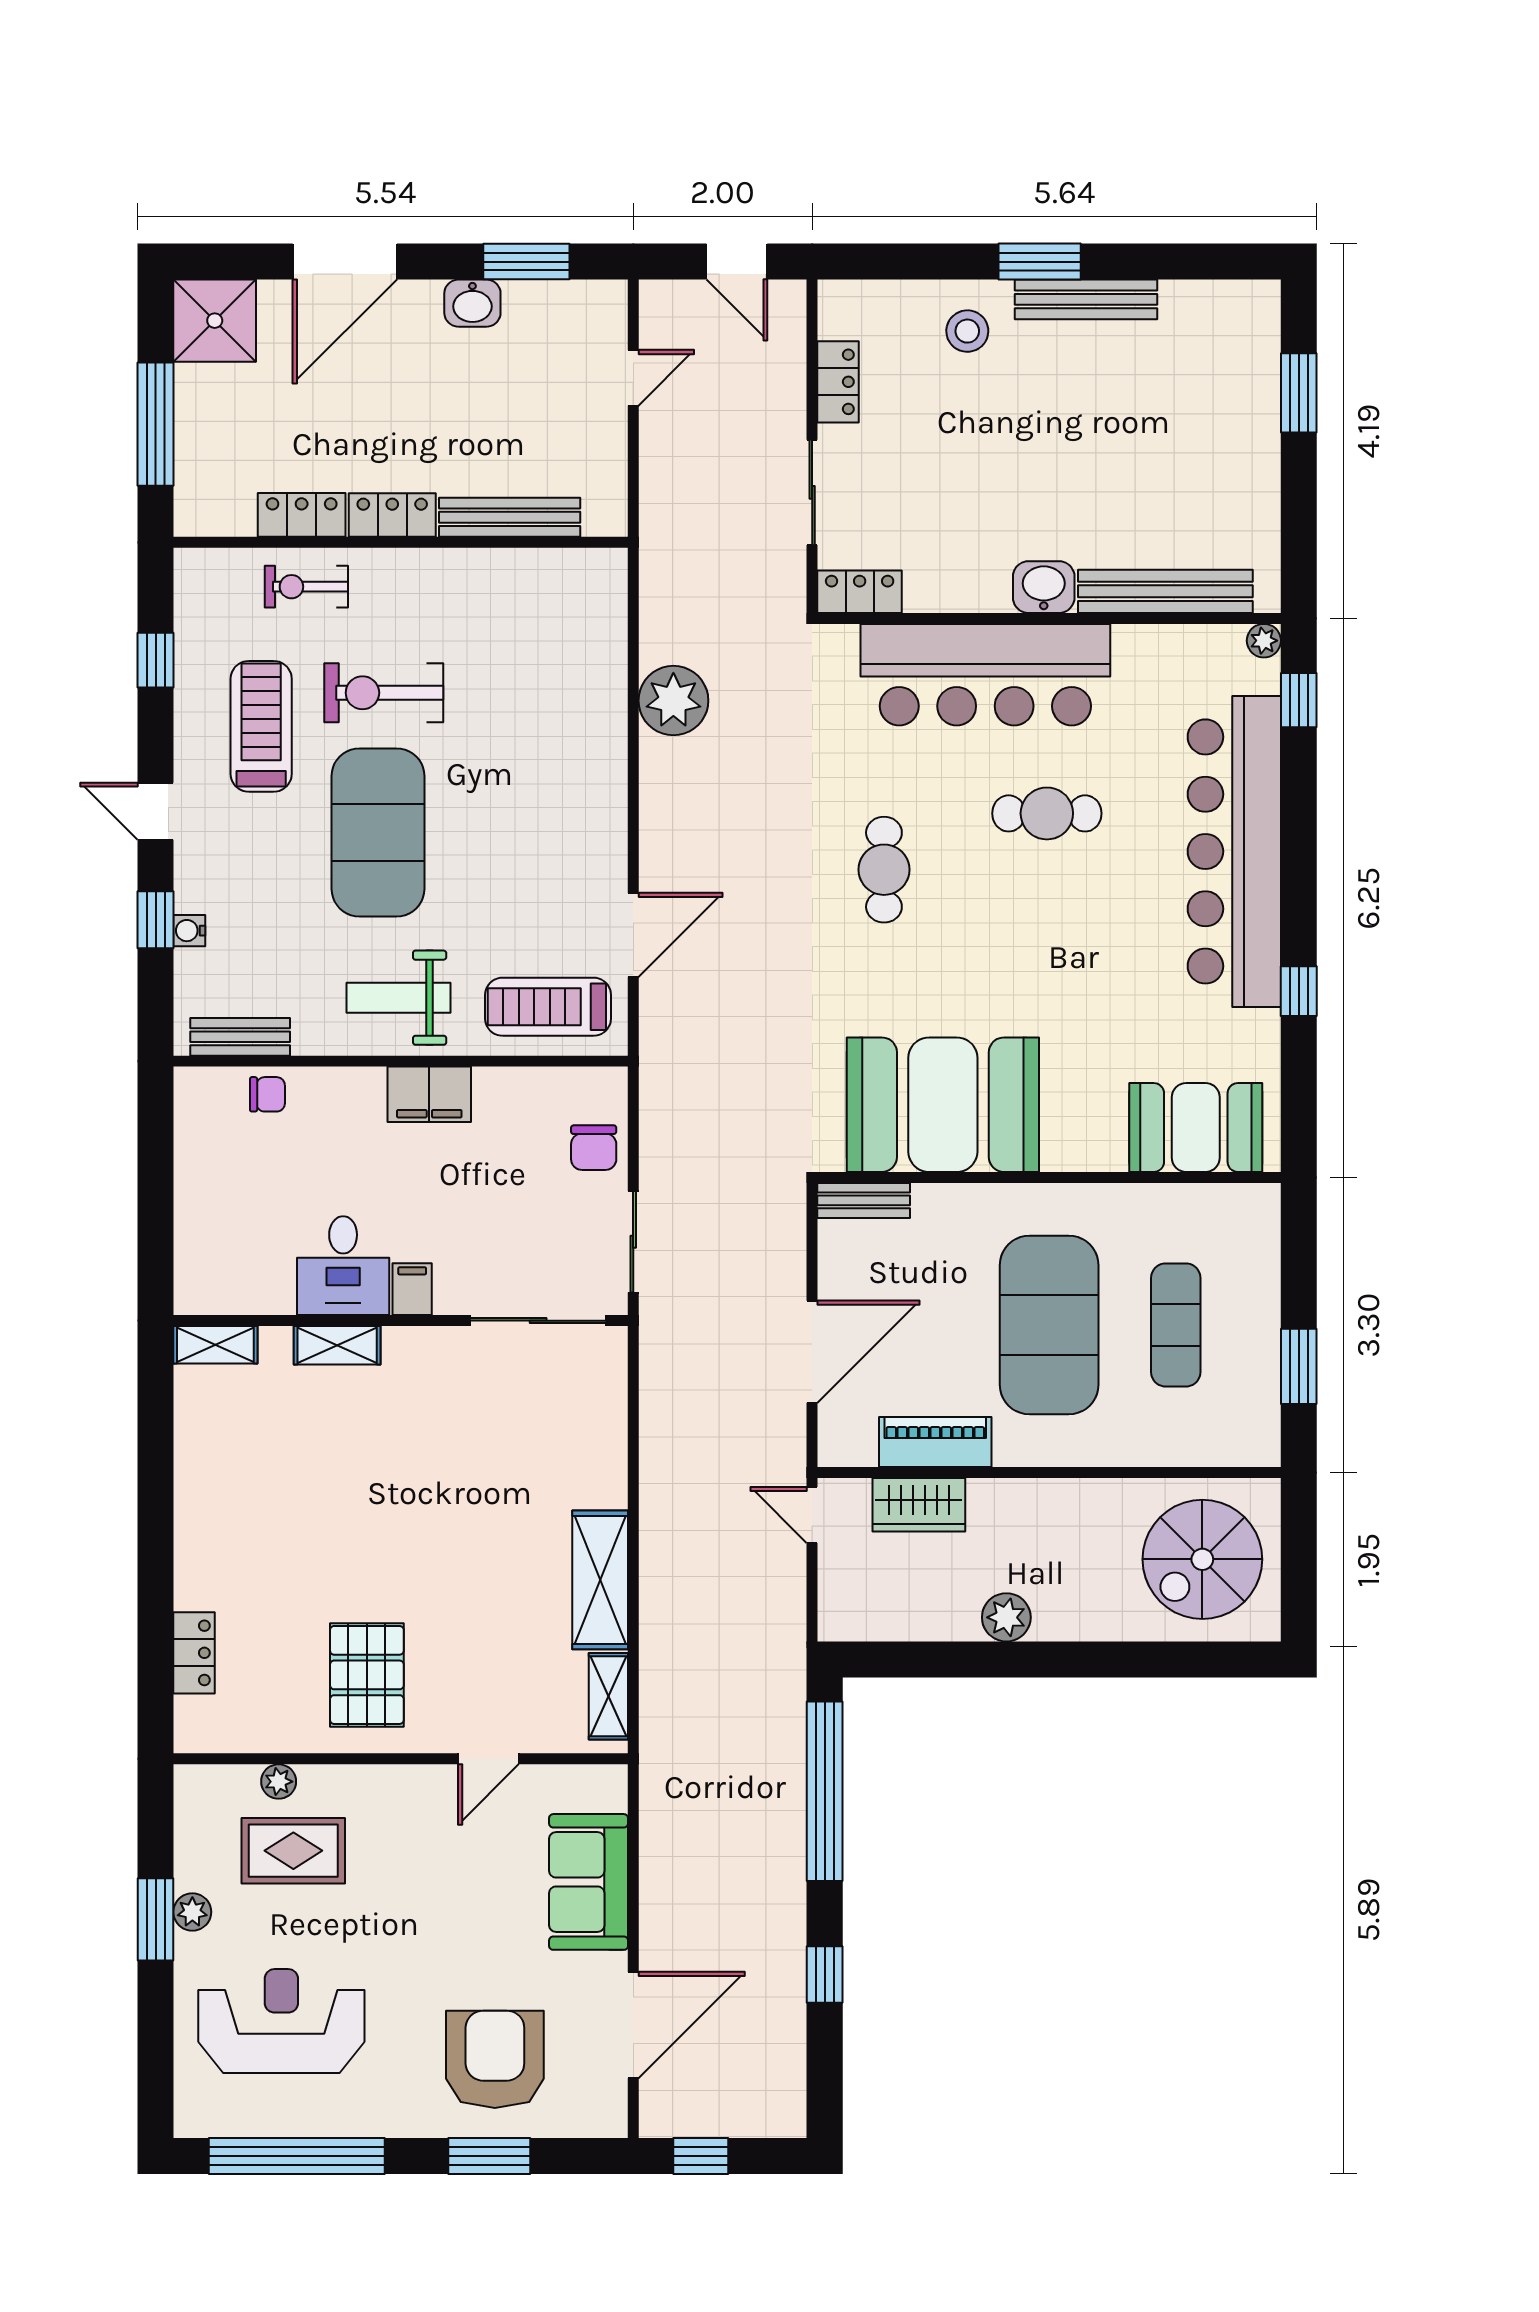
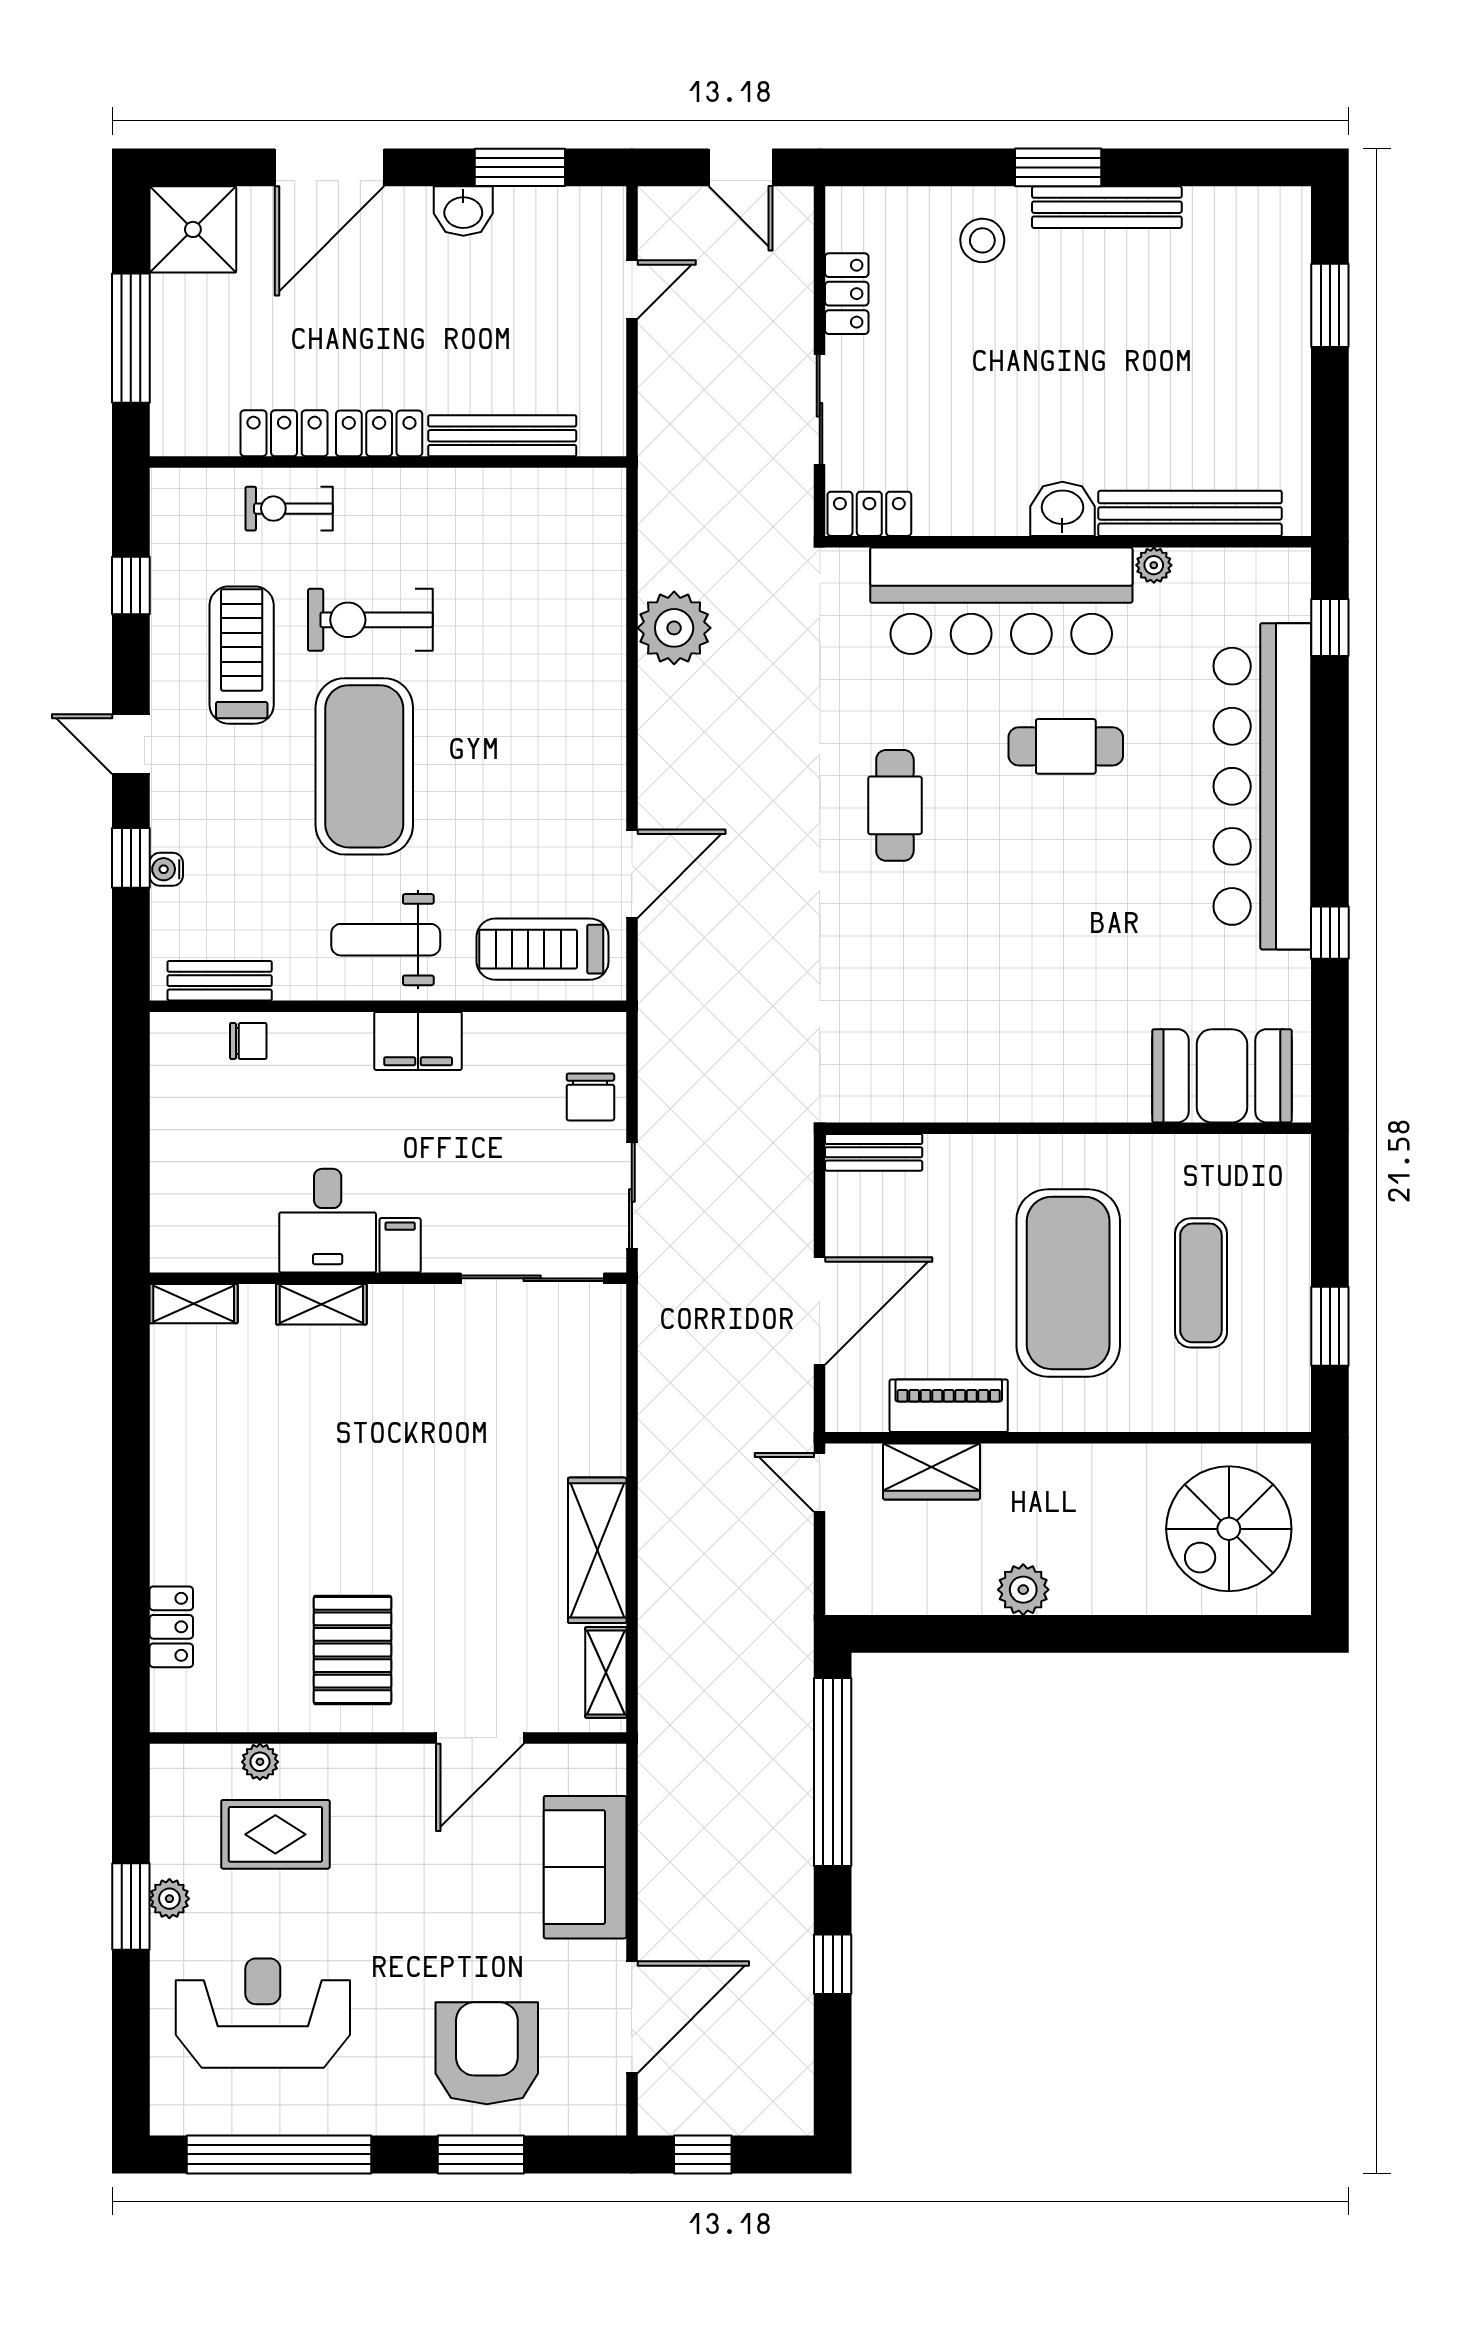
plant: (1264, 641) -> (1154, 565), moved
booth: (943, 1105) -> (957, 1052), removed
door: (488, 1759) -> (480, 1738), width x1.37

